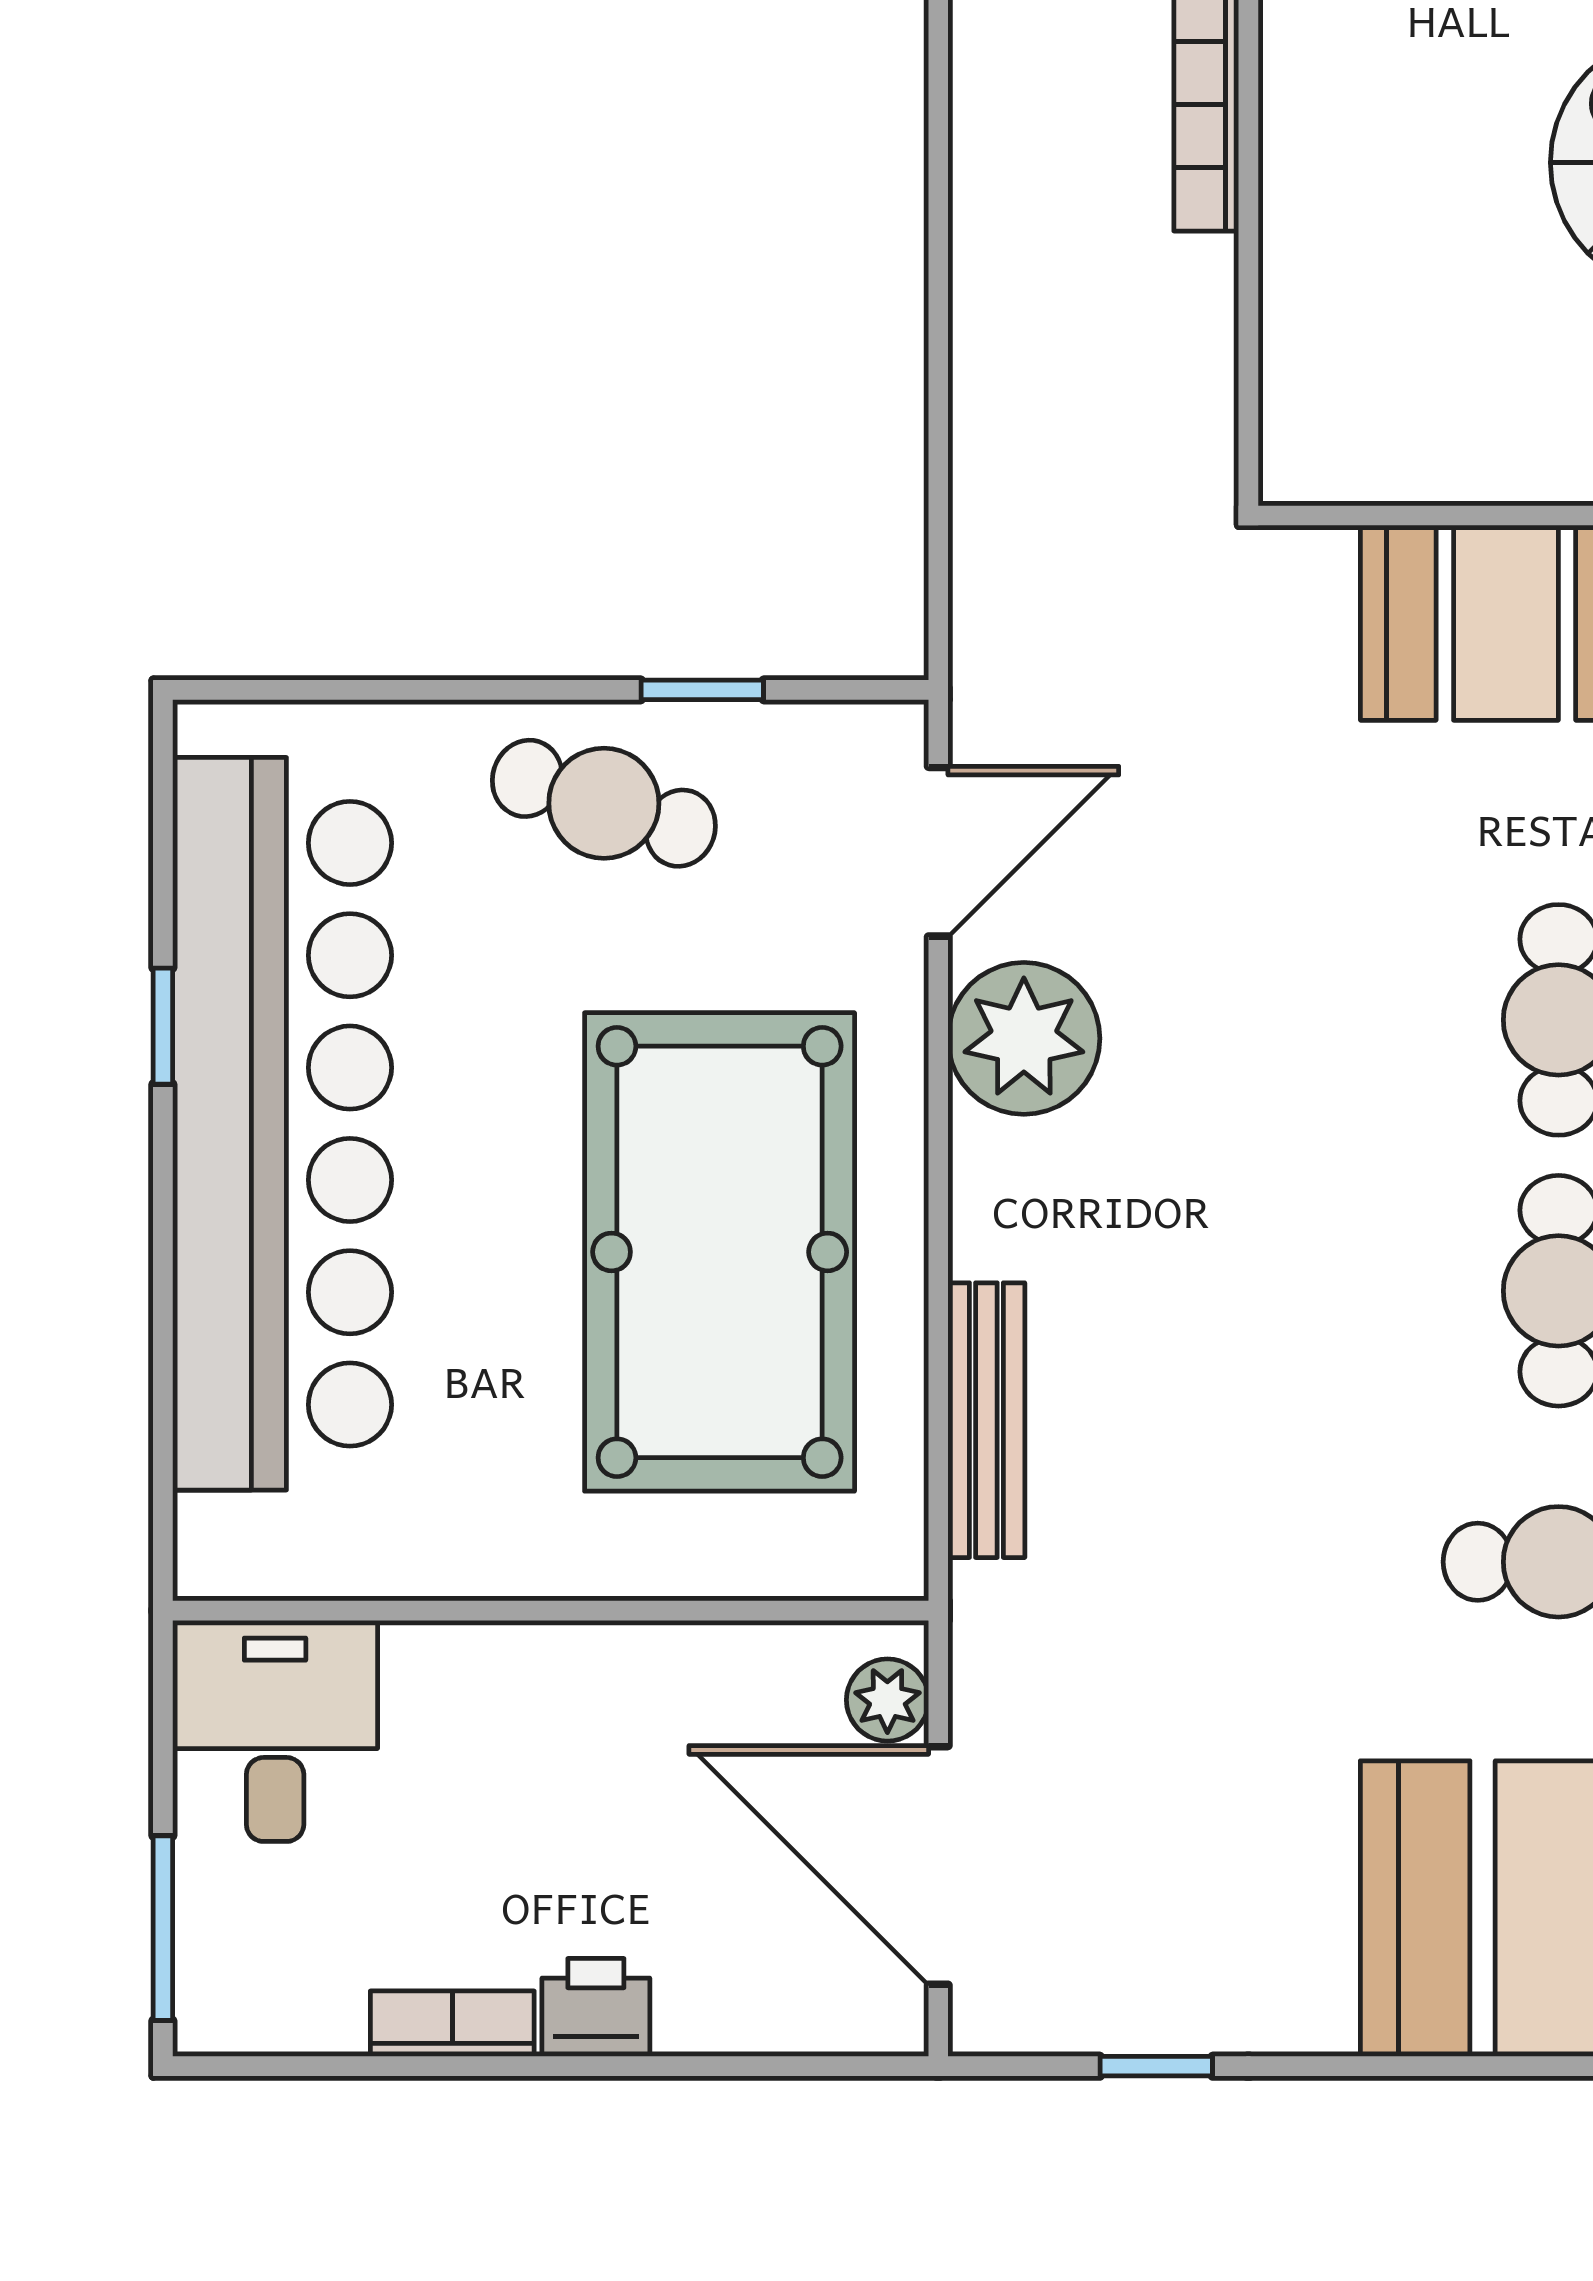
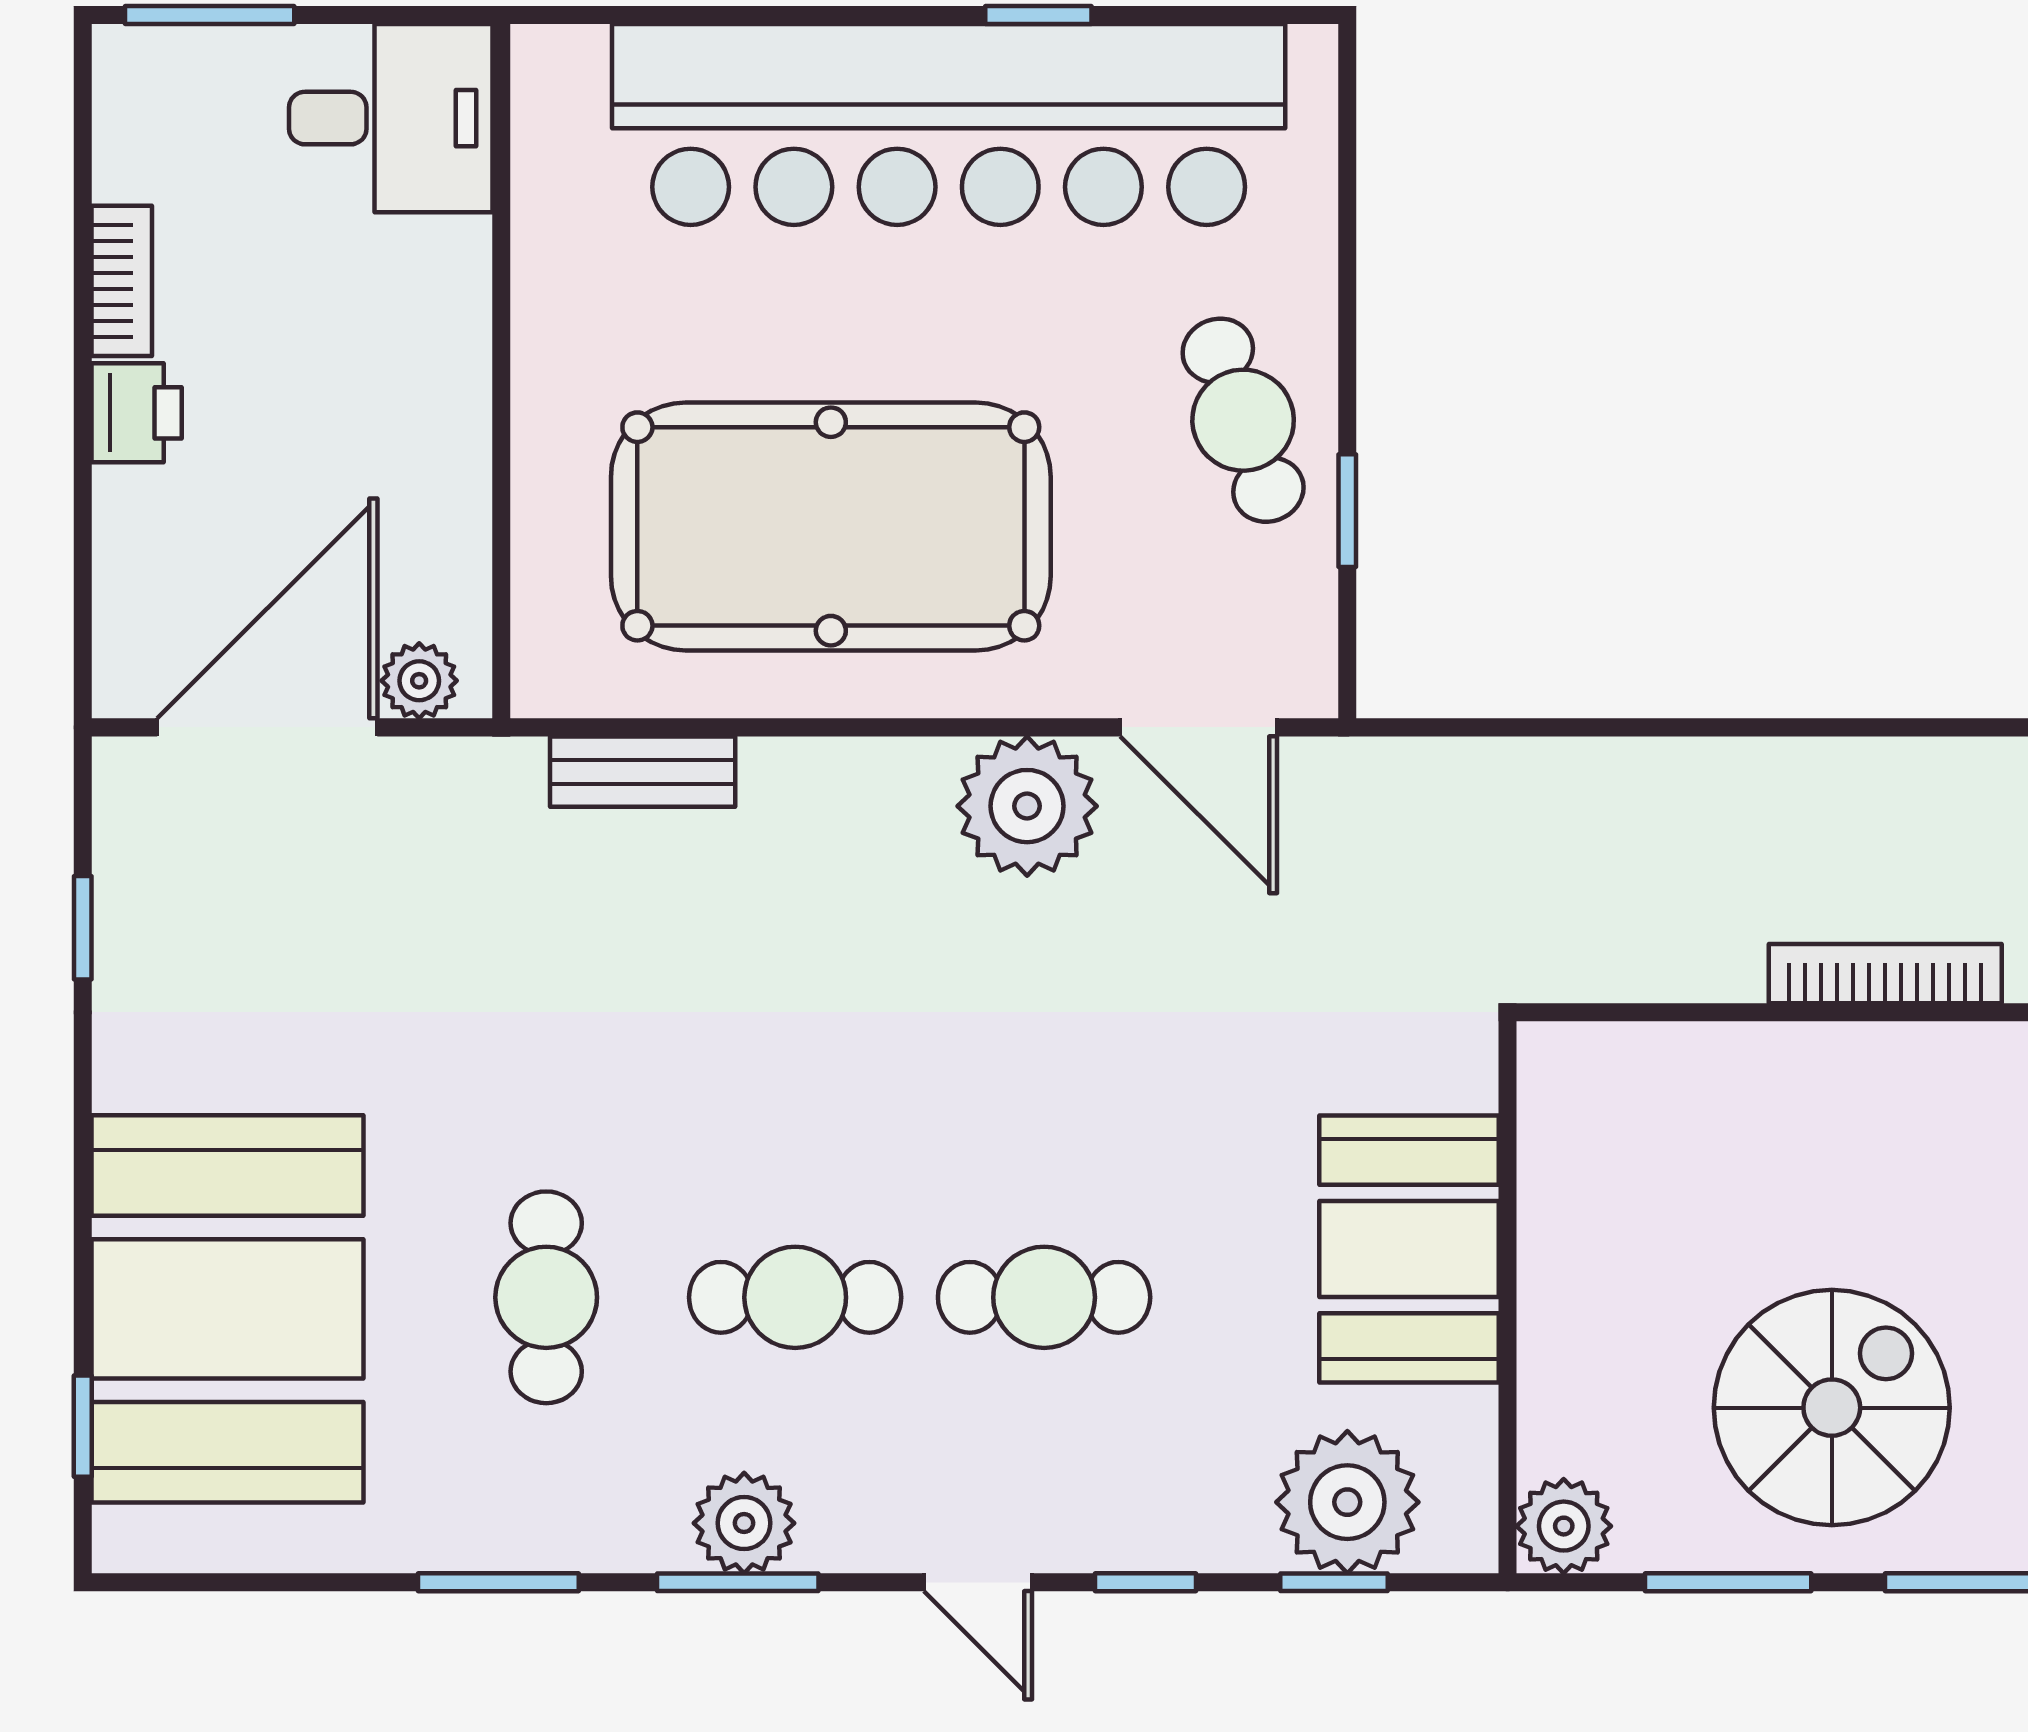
cafe table: (604, 803) -> (1243, 420), turned -38
bench: (986, 1420) -> (643, 772), width x0.73

